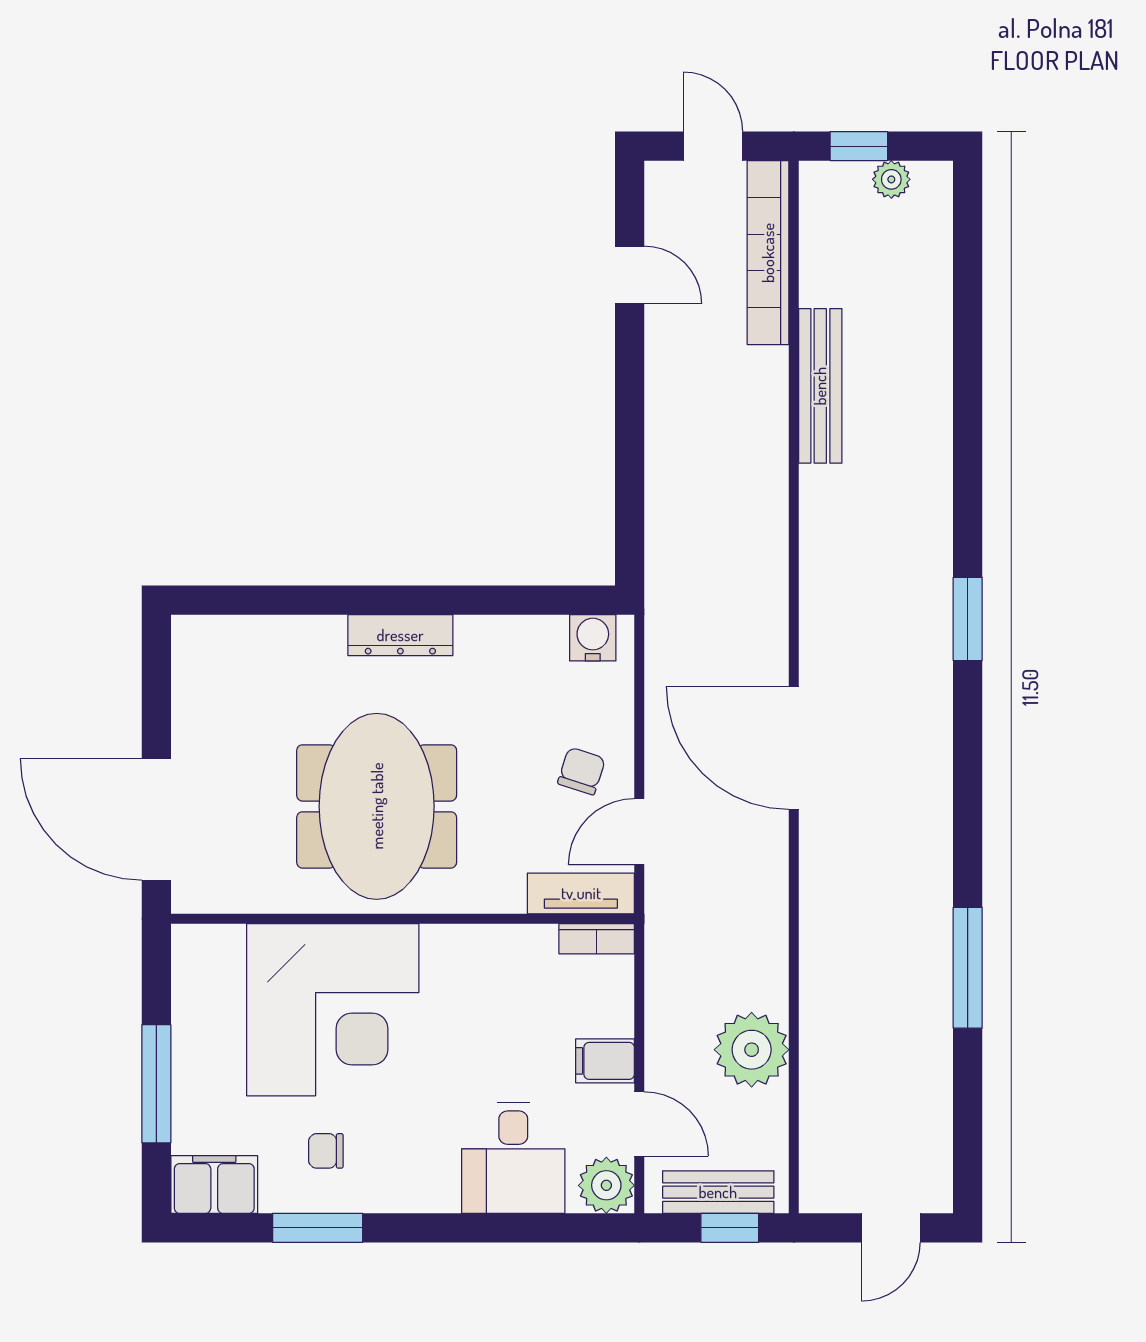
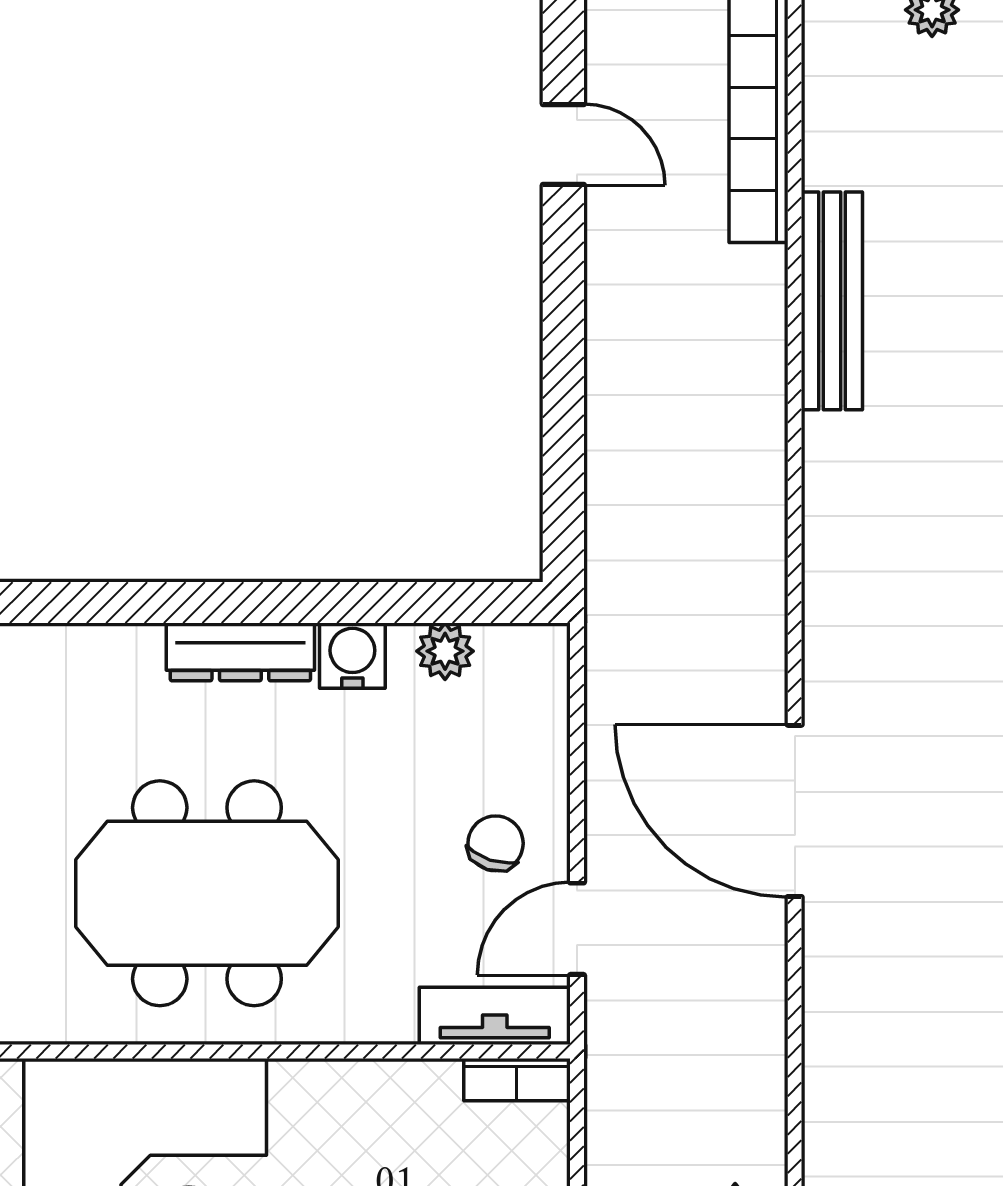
plant: (546, 635) -> (445, 651), added
water cooler: (593, 638) -> (352, 656), moved
meeting table: (377, 806) -> (207, 893), turned 90

